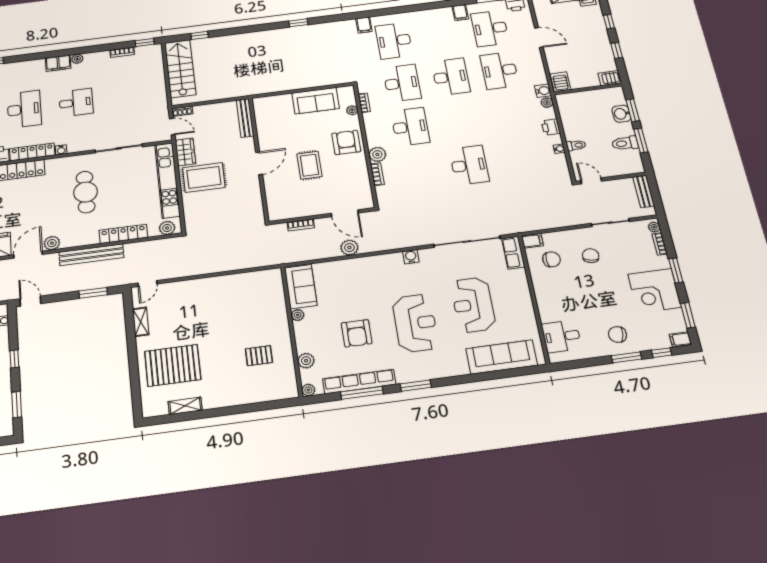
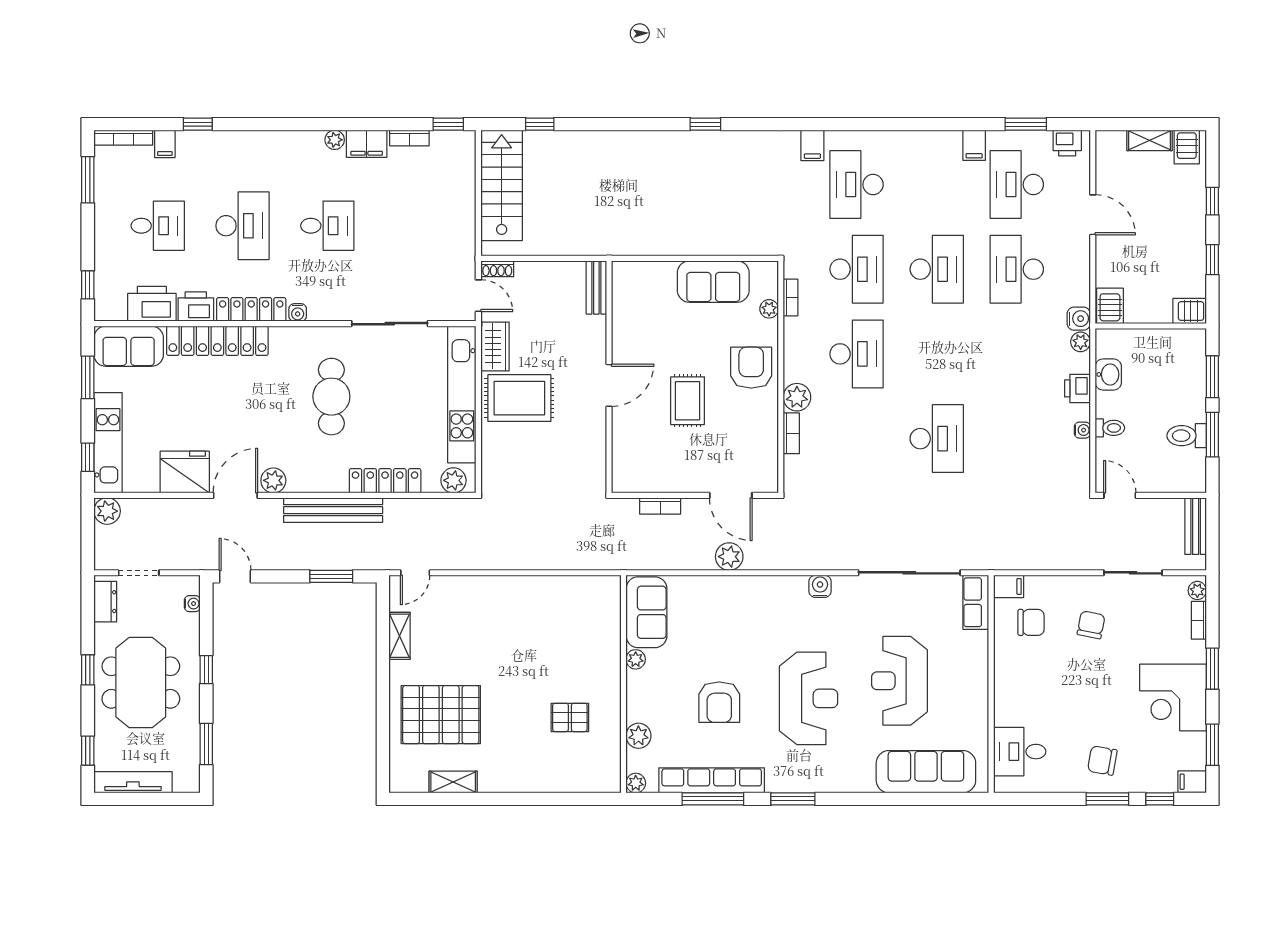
filing cabinet: (58, 63) -> (367, 144), moved
washbasin: (621, 114) -> (1108, 374), moved, turned 180
bench: (245, 118) -> (596, 287), width x0.73

